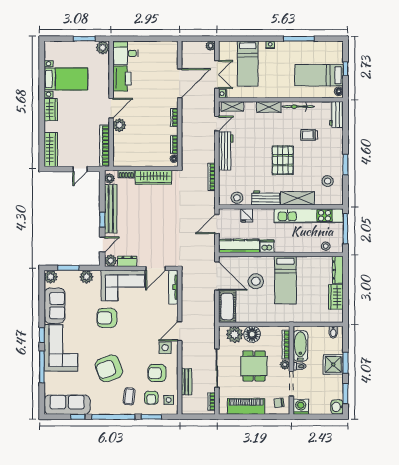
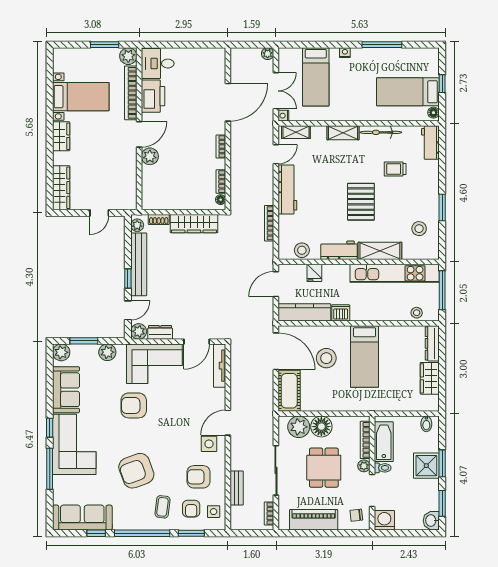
bookcase: (105, 146) -> (131, 93), moved

